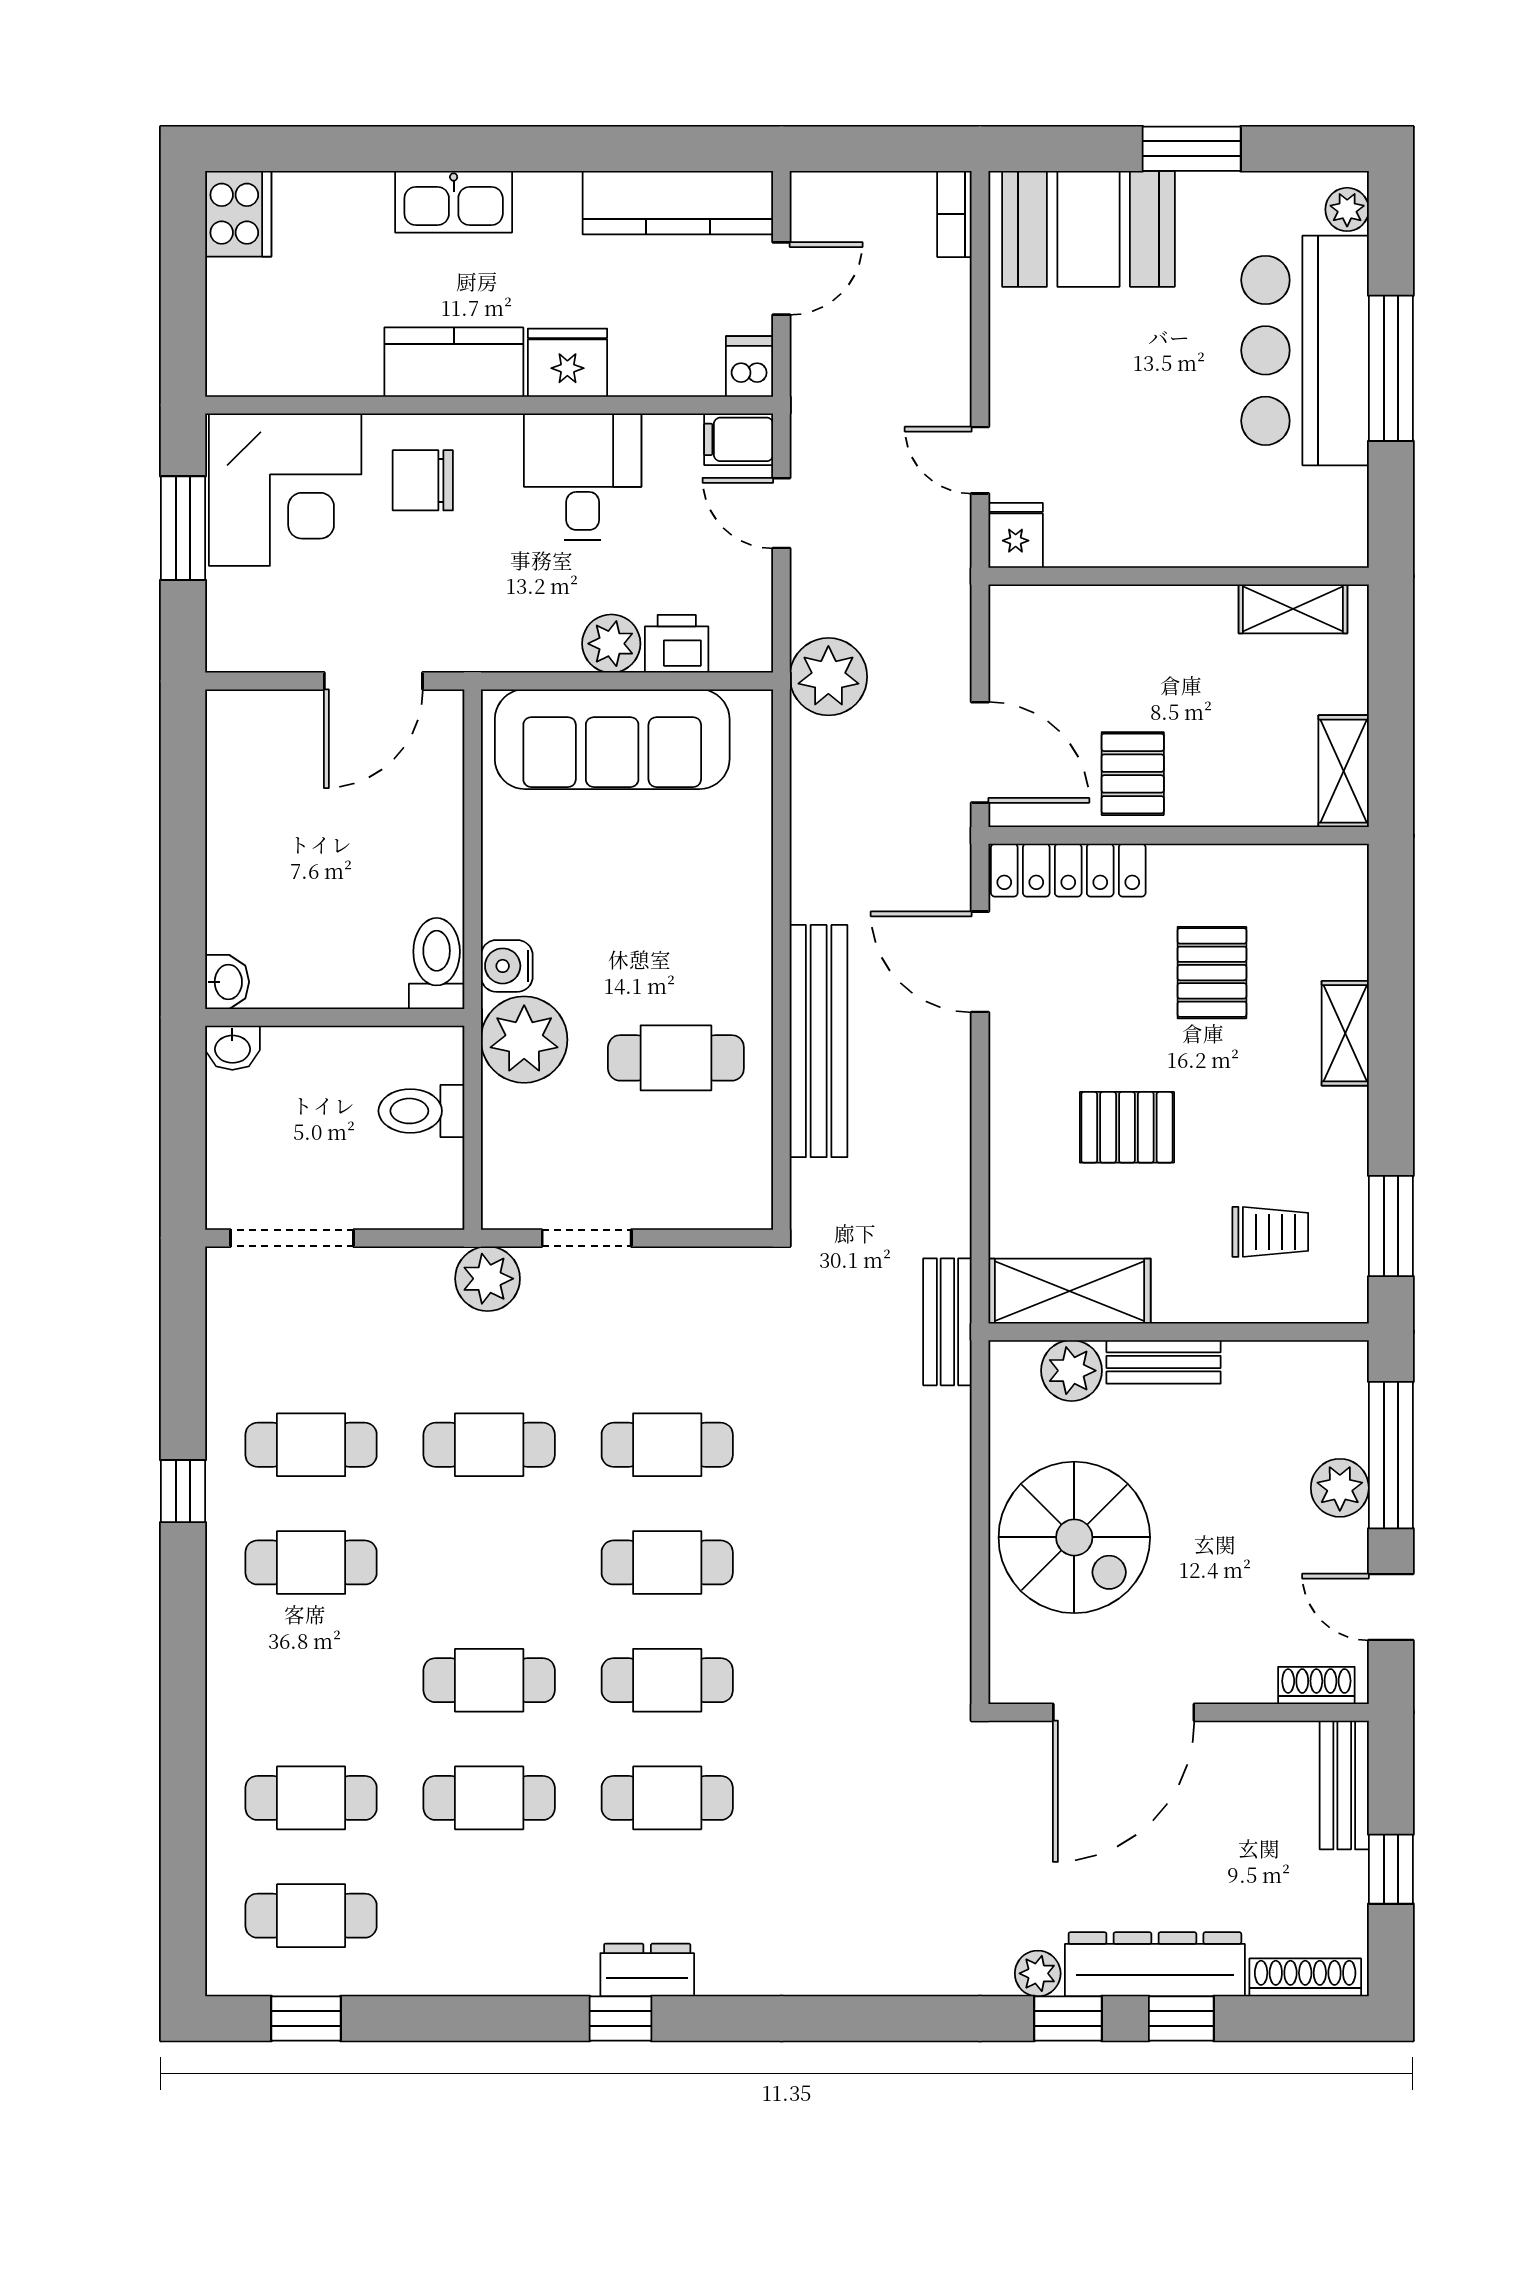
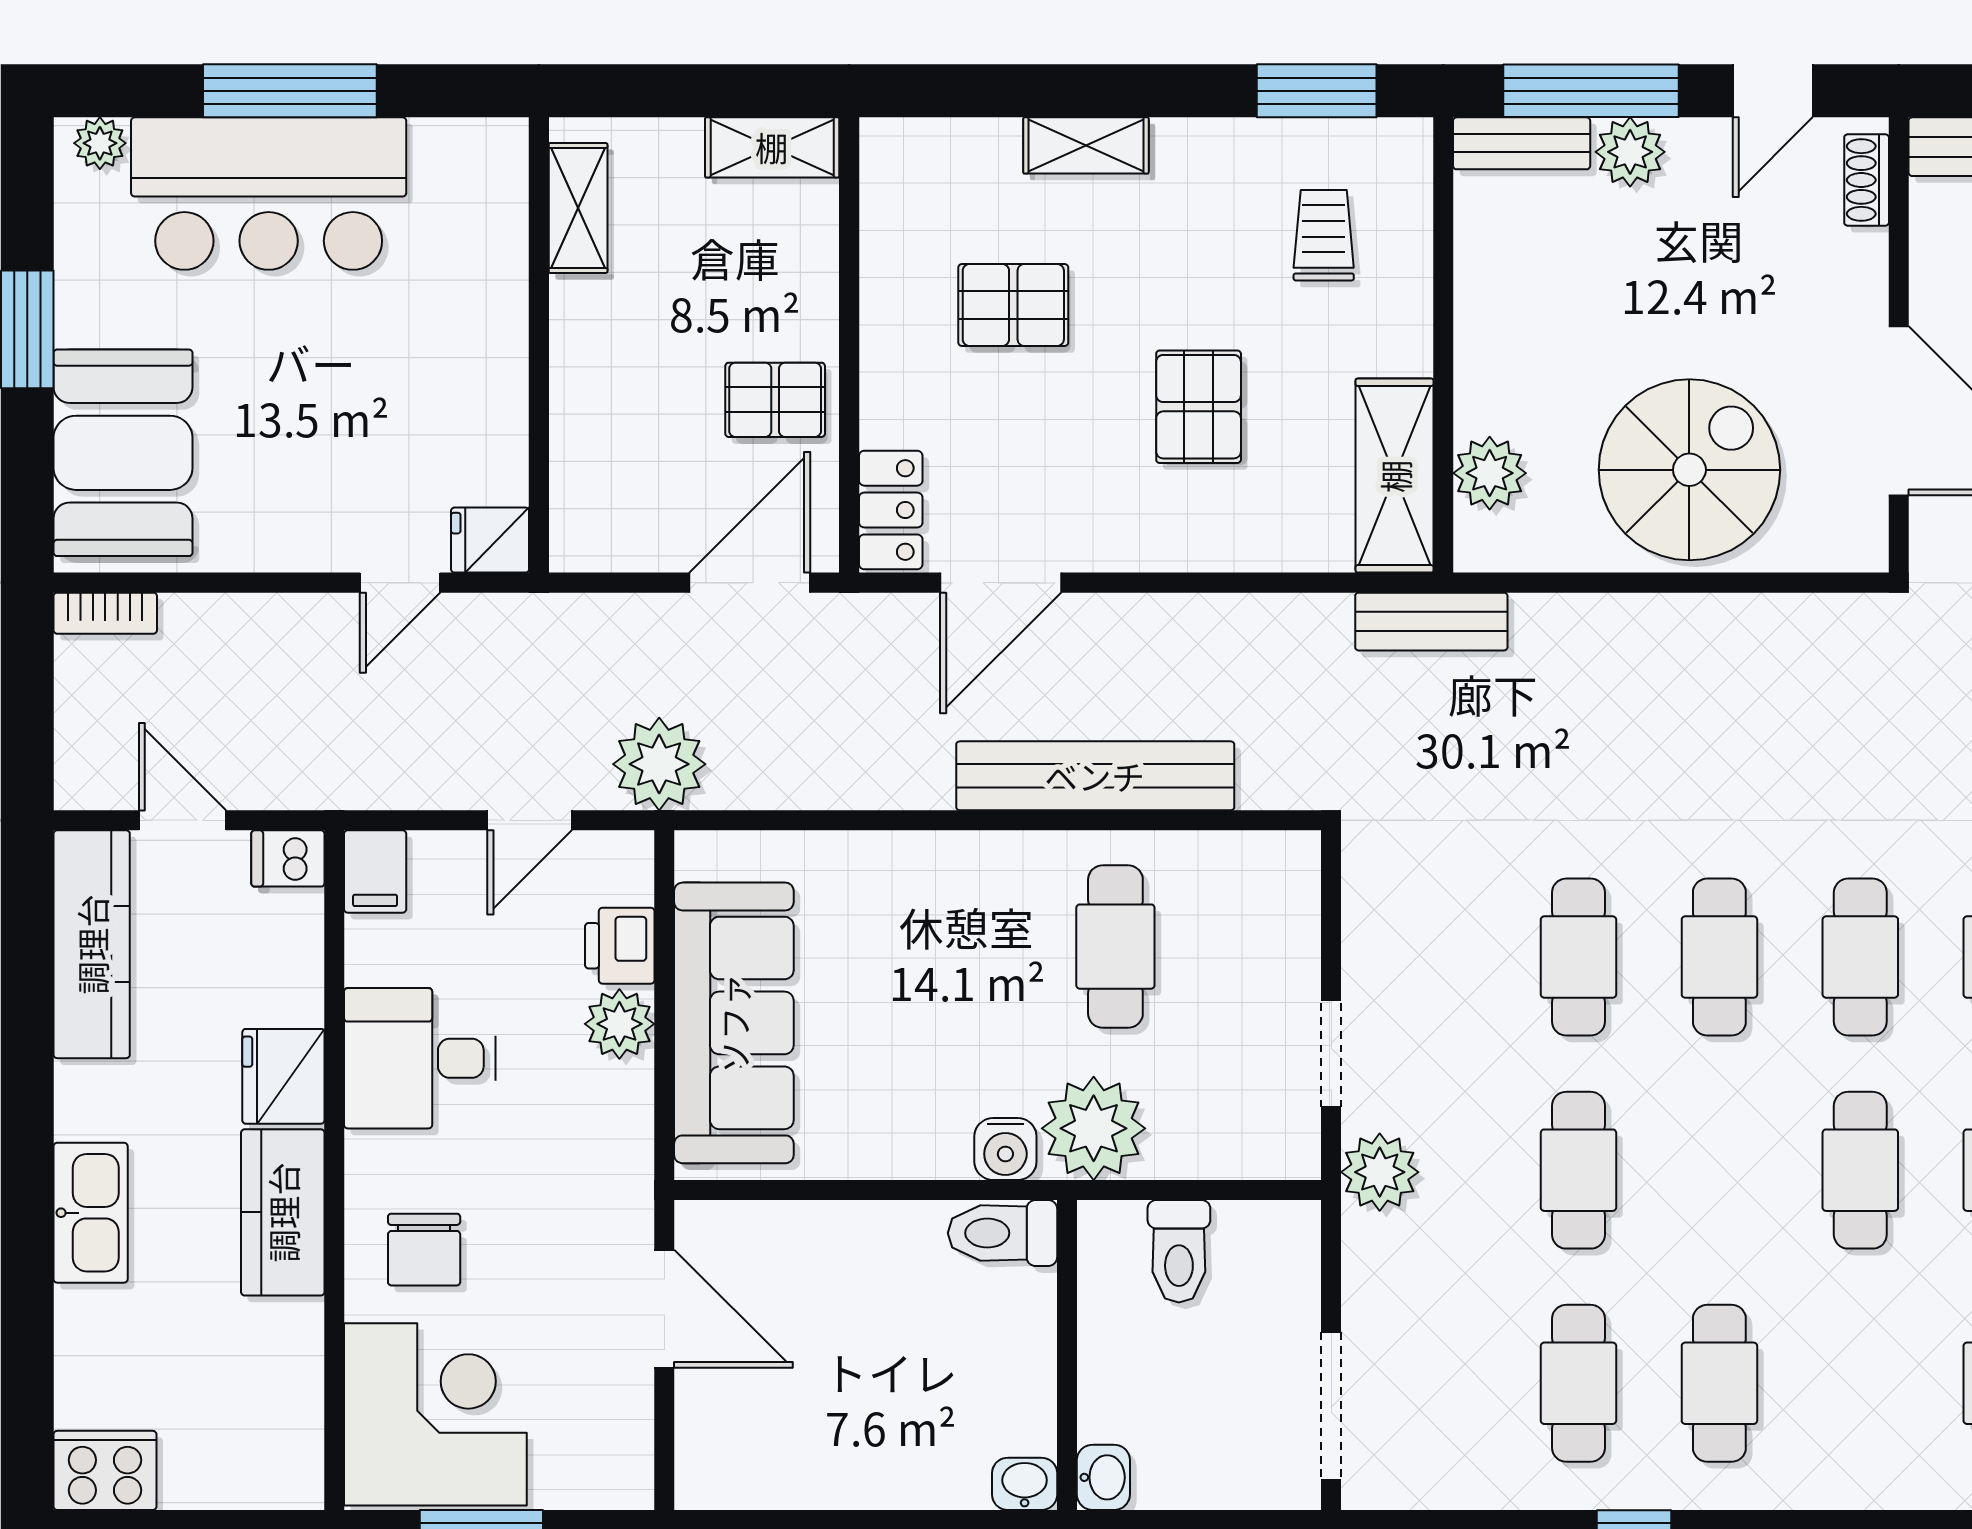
door: (781, 513) -> (530, 820), moved
locker: (1068, 870) -> (891, 510), width x0.66
bench: (1164, 1362) -> (1522, 143), moved, turned 90

